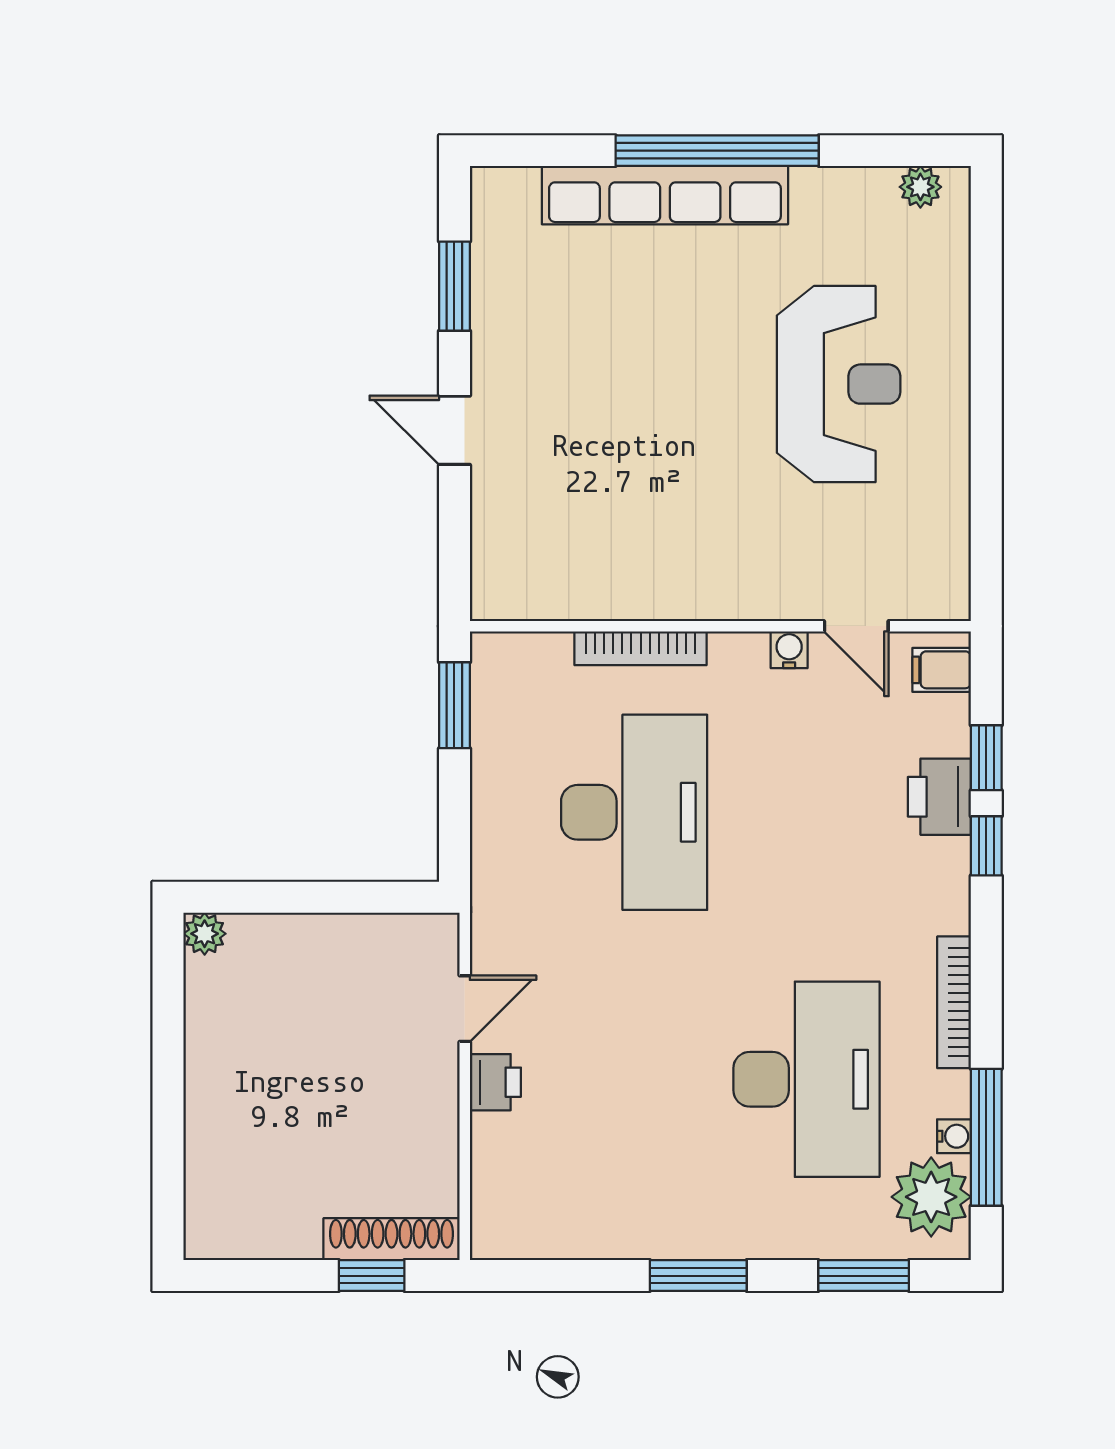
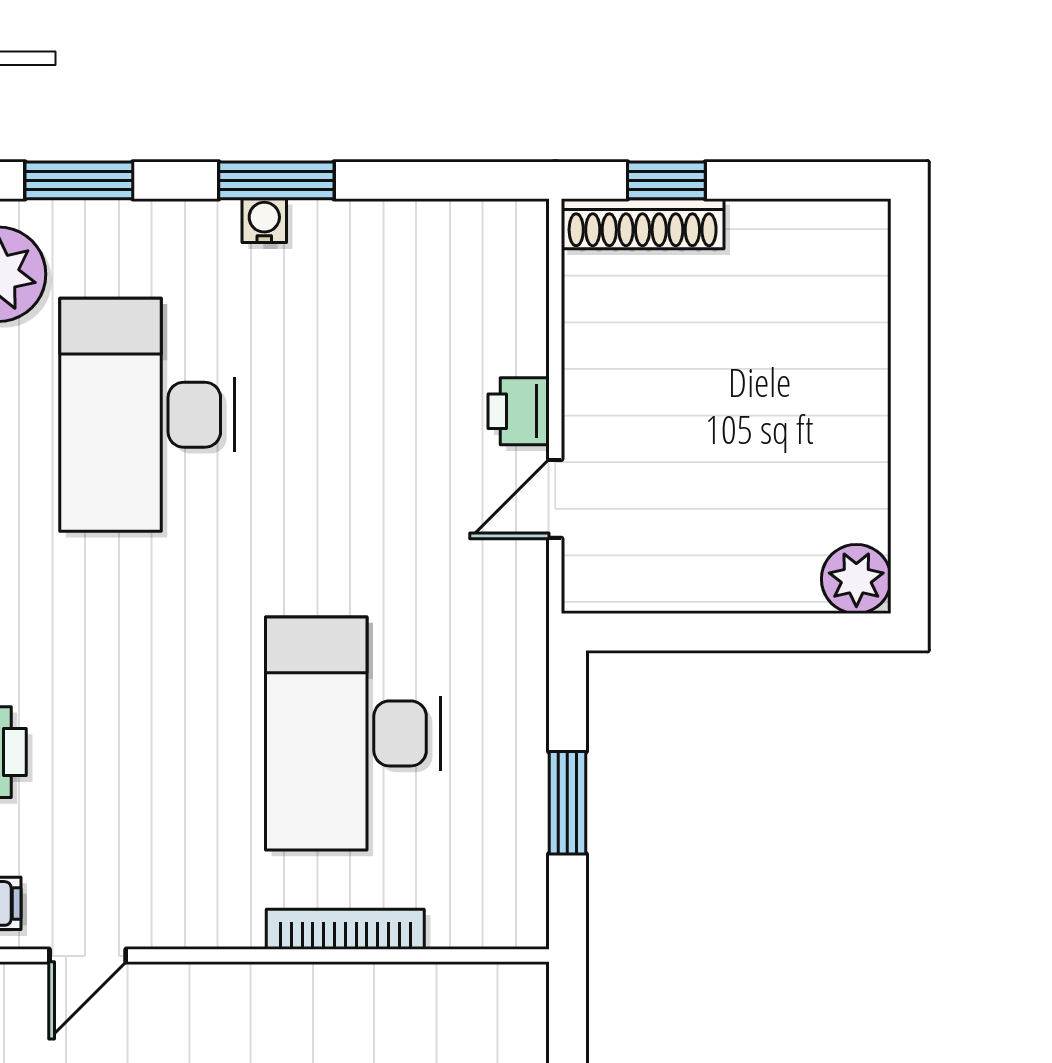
door: (856, 626) -> (88, 956), swing flipped
water cooler: (789, 650) -> (264, 221), moved, turned 180
window: (454, 705) -> (567, 803), moved
plant: (205, 934) -> (856, 579), width x1.38, depth x1.38

